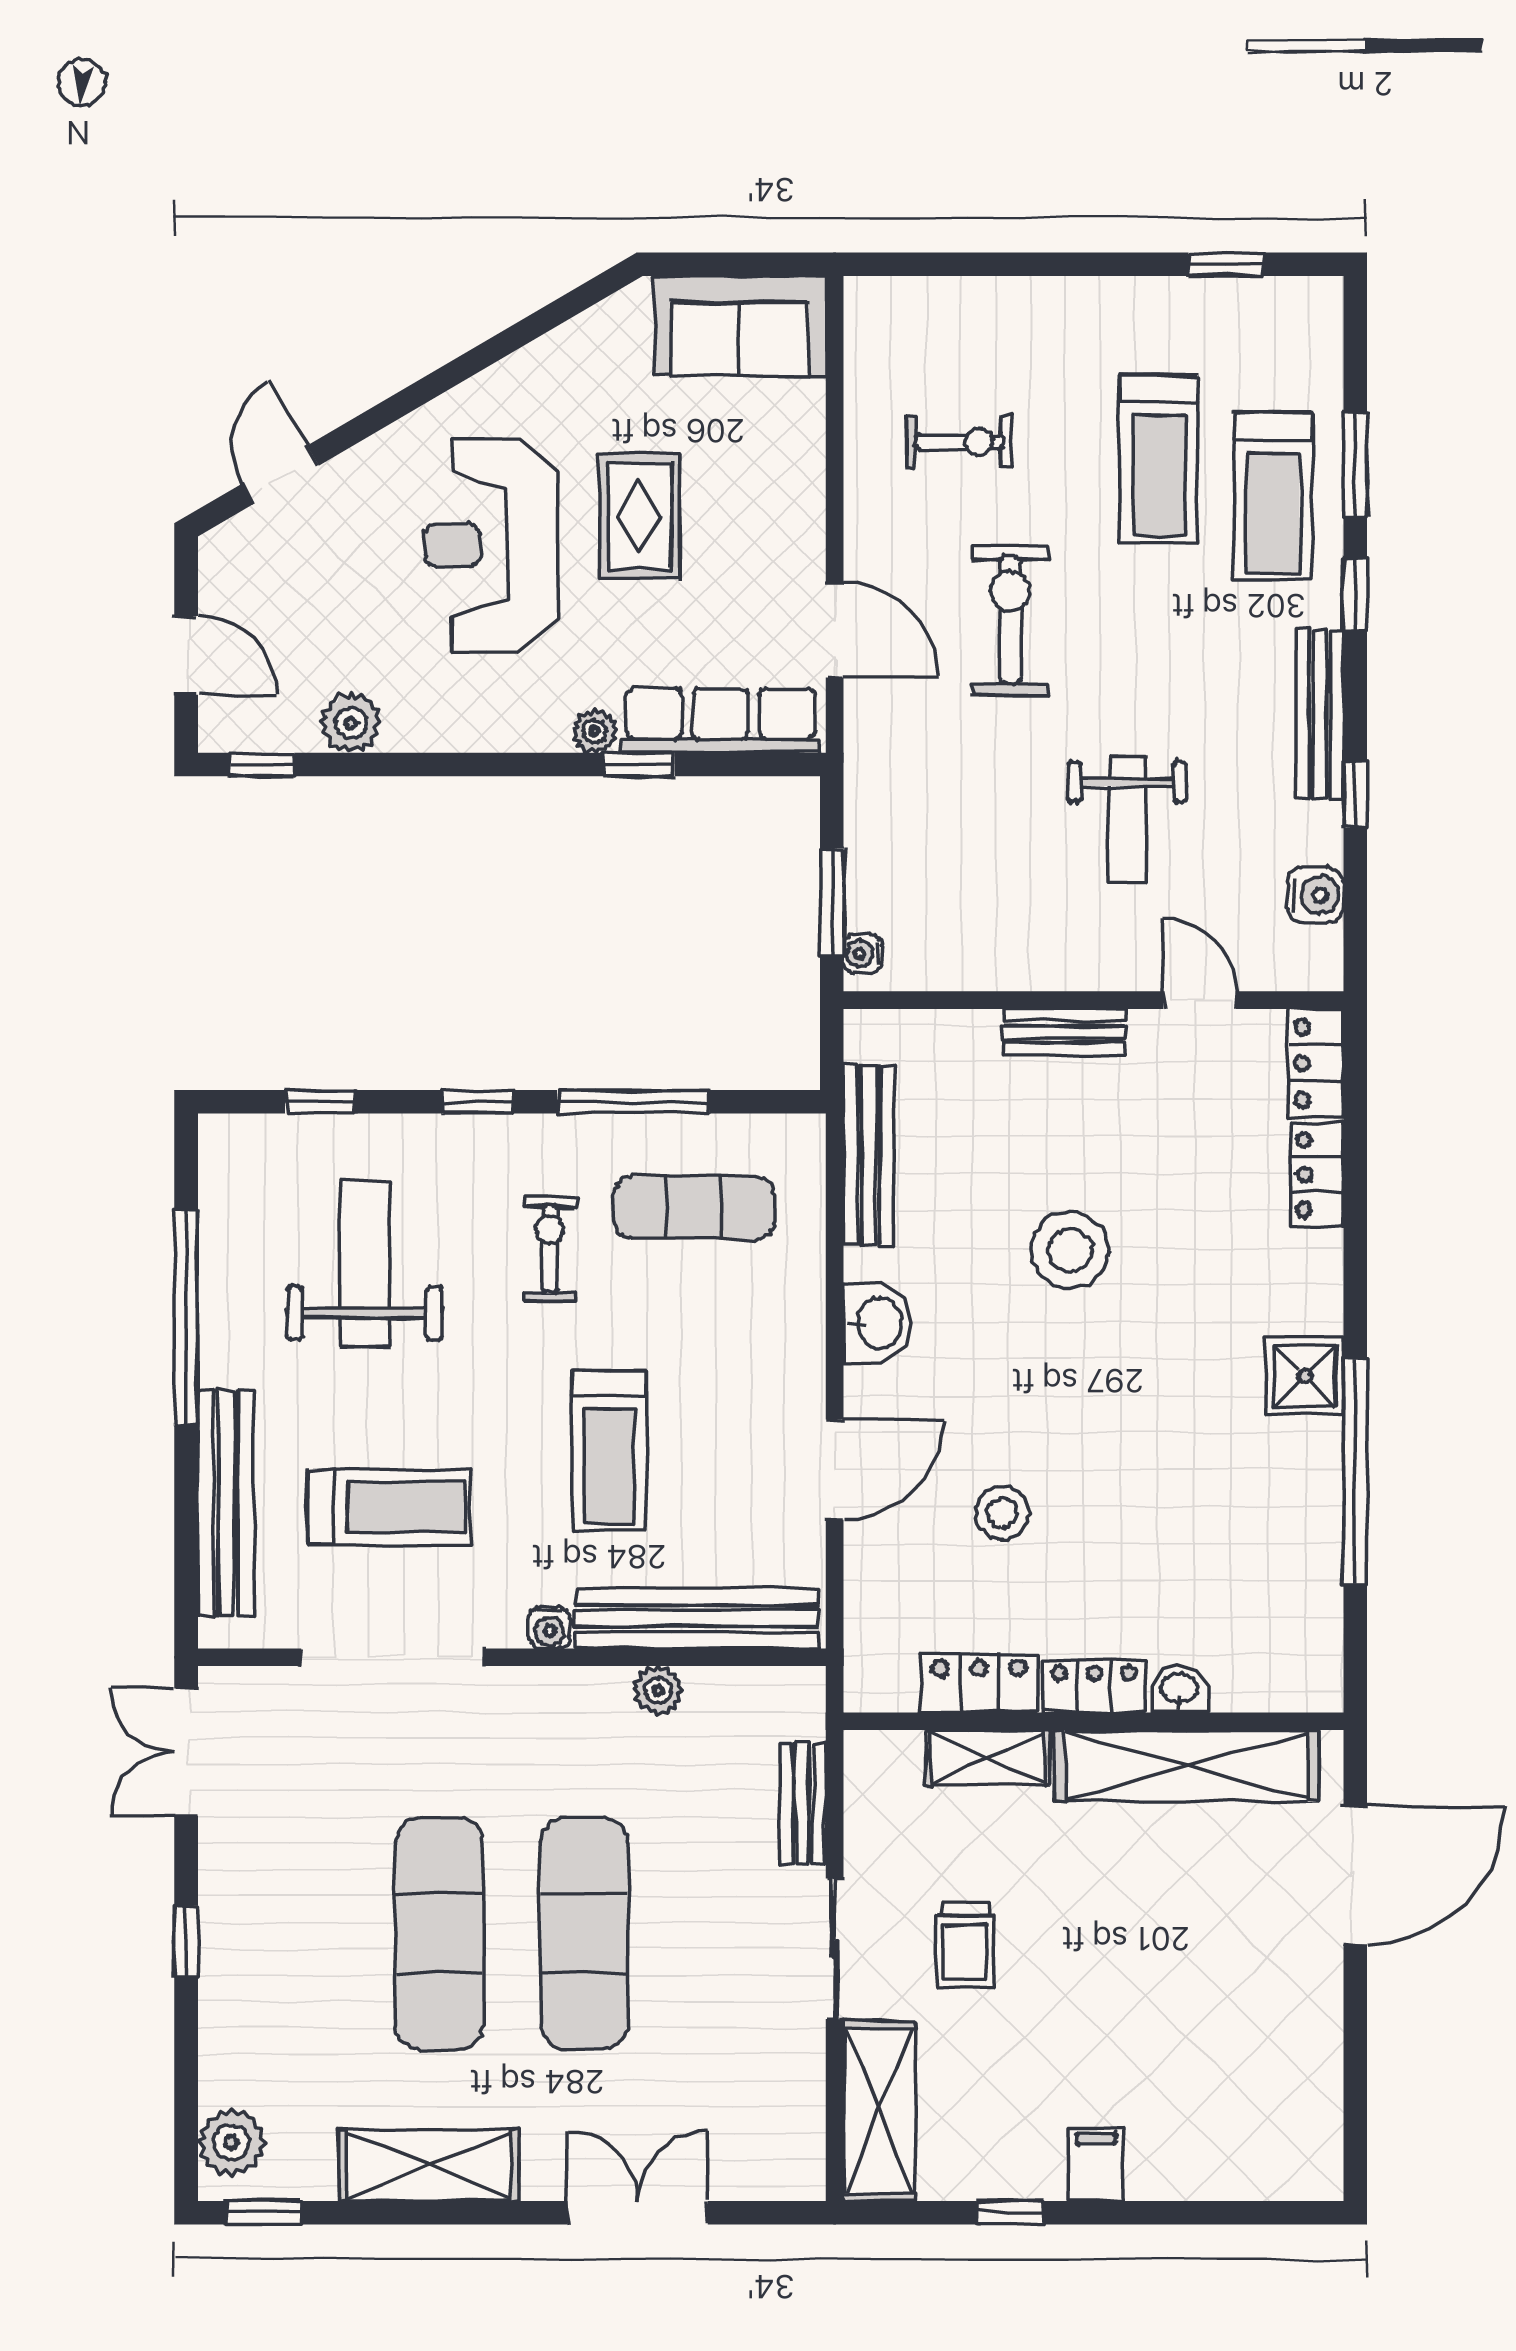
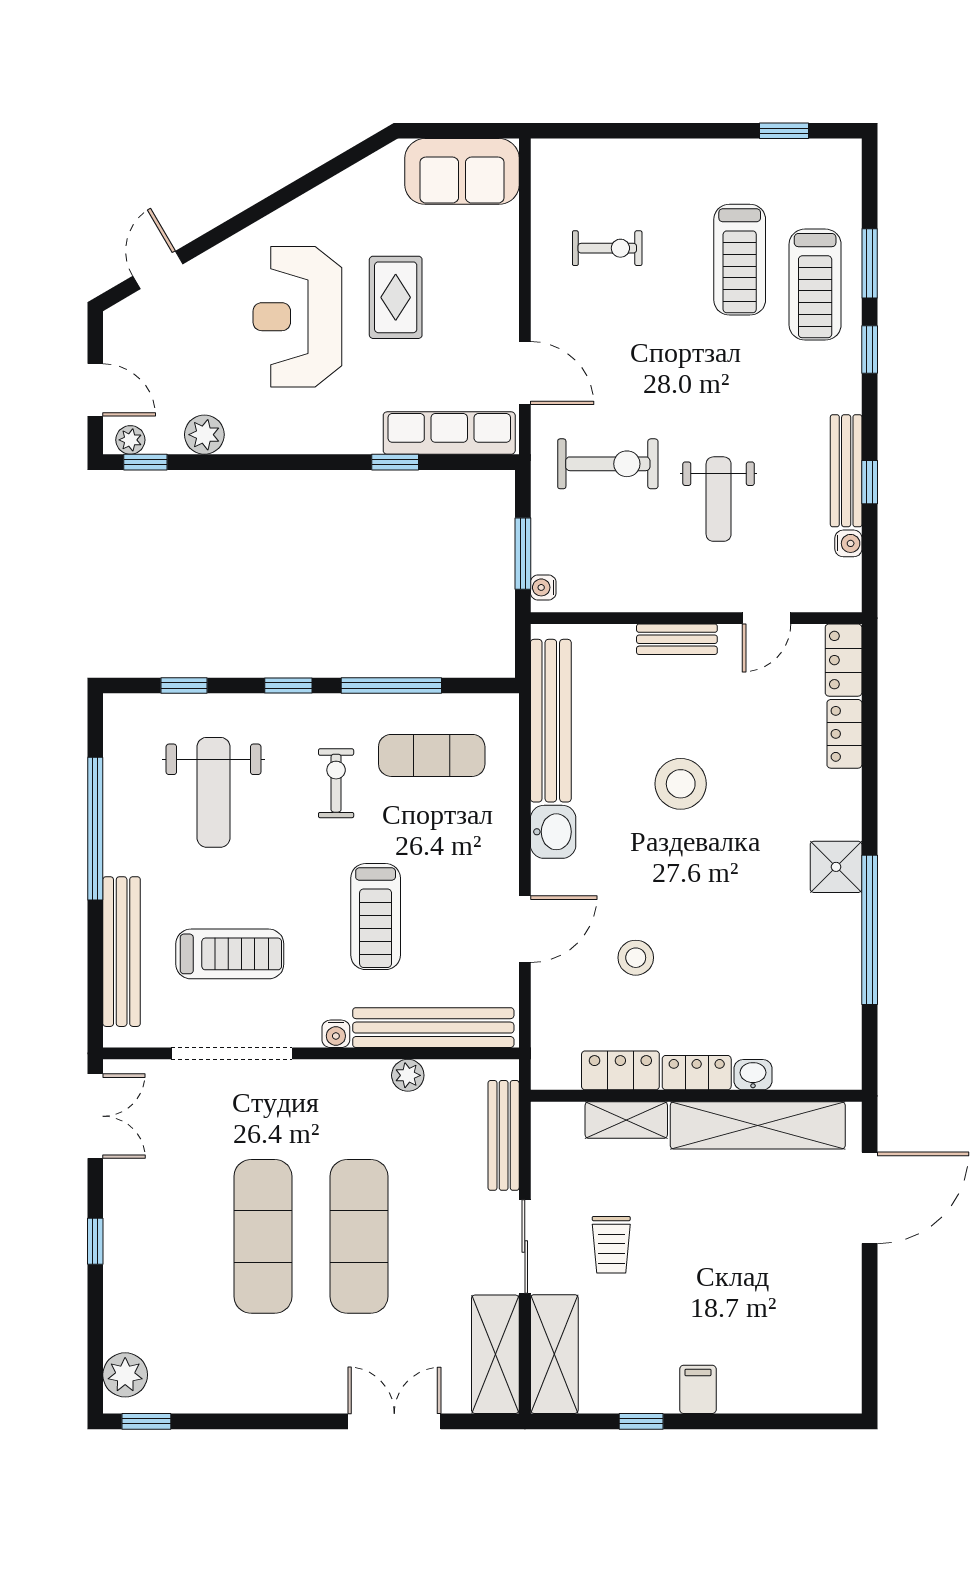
exercise bike: (1010, 620) -> (608, 464), moved, turned 90
bench: (1320, 714) -> (846, 471), moved
plant: (595, 731) -> (130, 440), moved
water cooler: (1316, 895) -> (848, 543), width x0.72, depth x0.72
door: (1200, 1000) -> (767, 618), swing flipped
bench: (869, 1155) -> (551, 721), width x1.37, depth x1.21
weight bench: (365, 1263) -> (214, 792), turned 180
double door: (186, 1752) -> (95, 1116), swing flipped
bench: (803, 1803) -> (504, 1135), width x1.36
shelving: (428, 2165) -> (495, 1354), moved, turned 90

